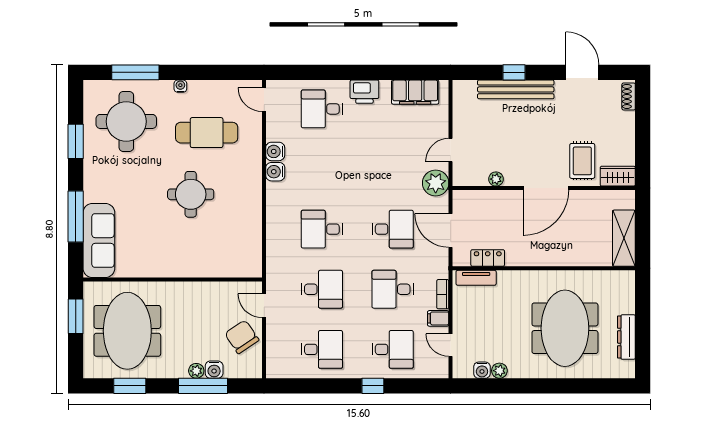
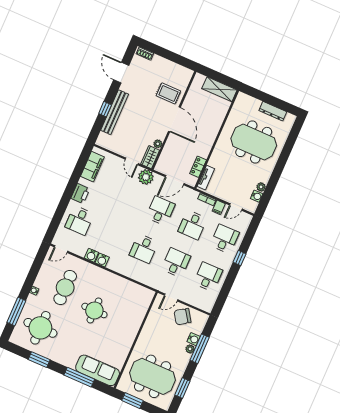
door: (582, 72) -> (121, 73), hinge flipped
wardrobe: (618, 176) -> (150, 157), moved

